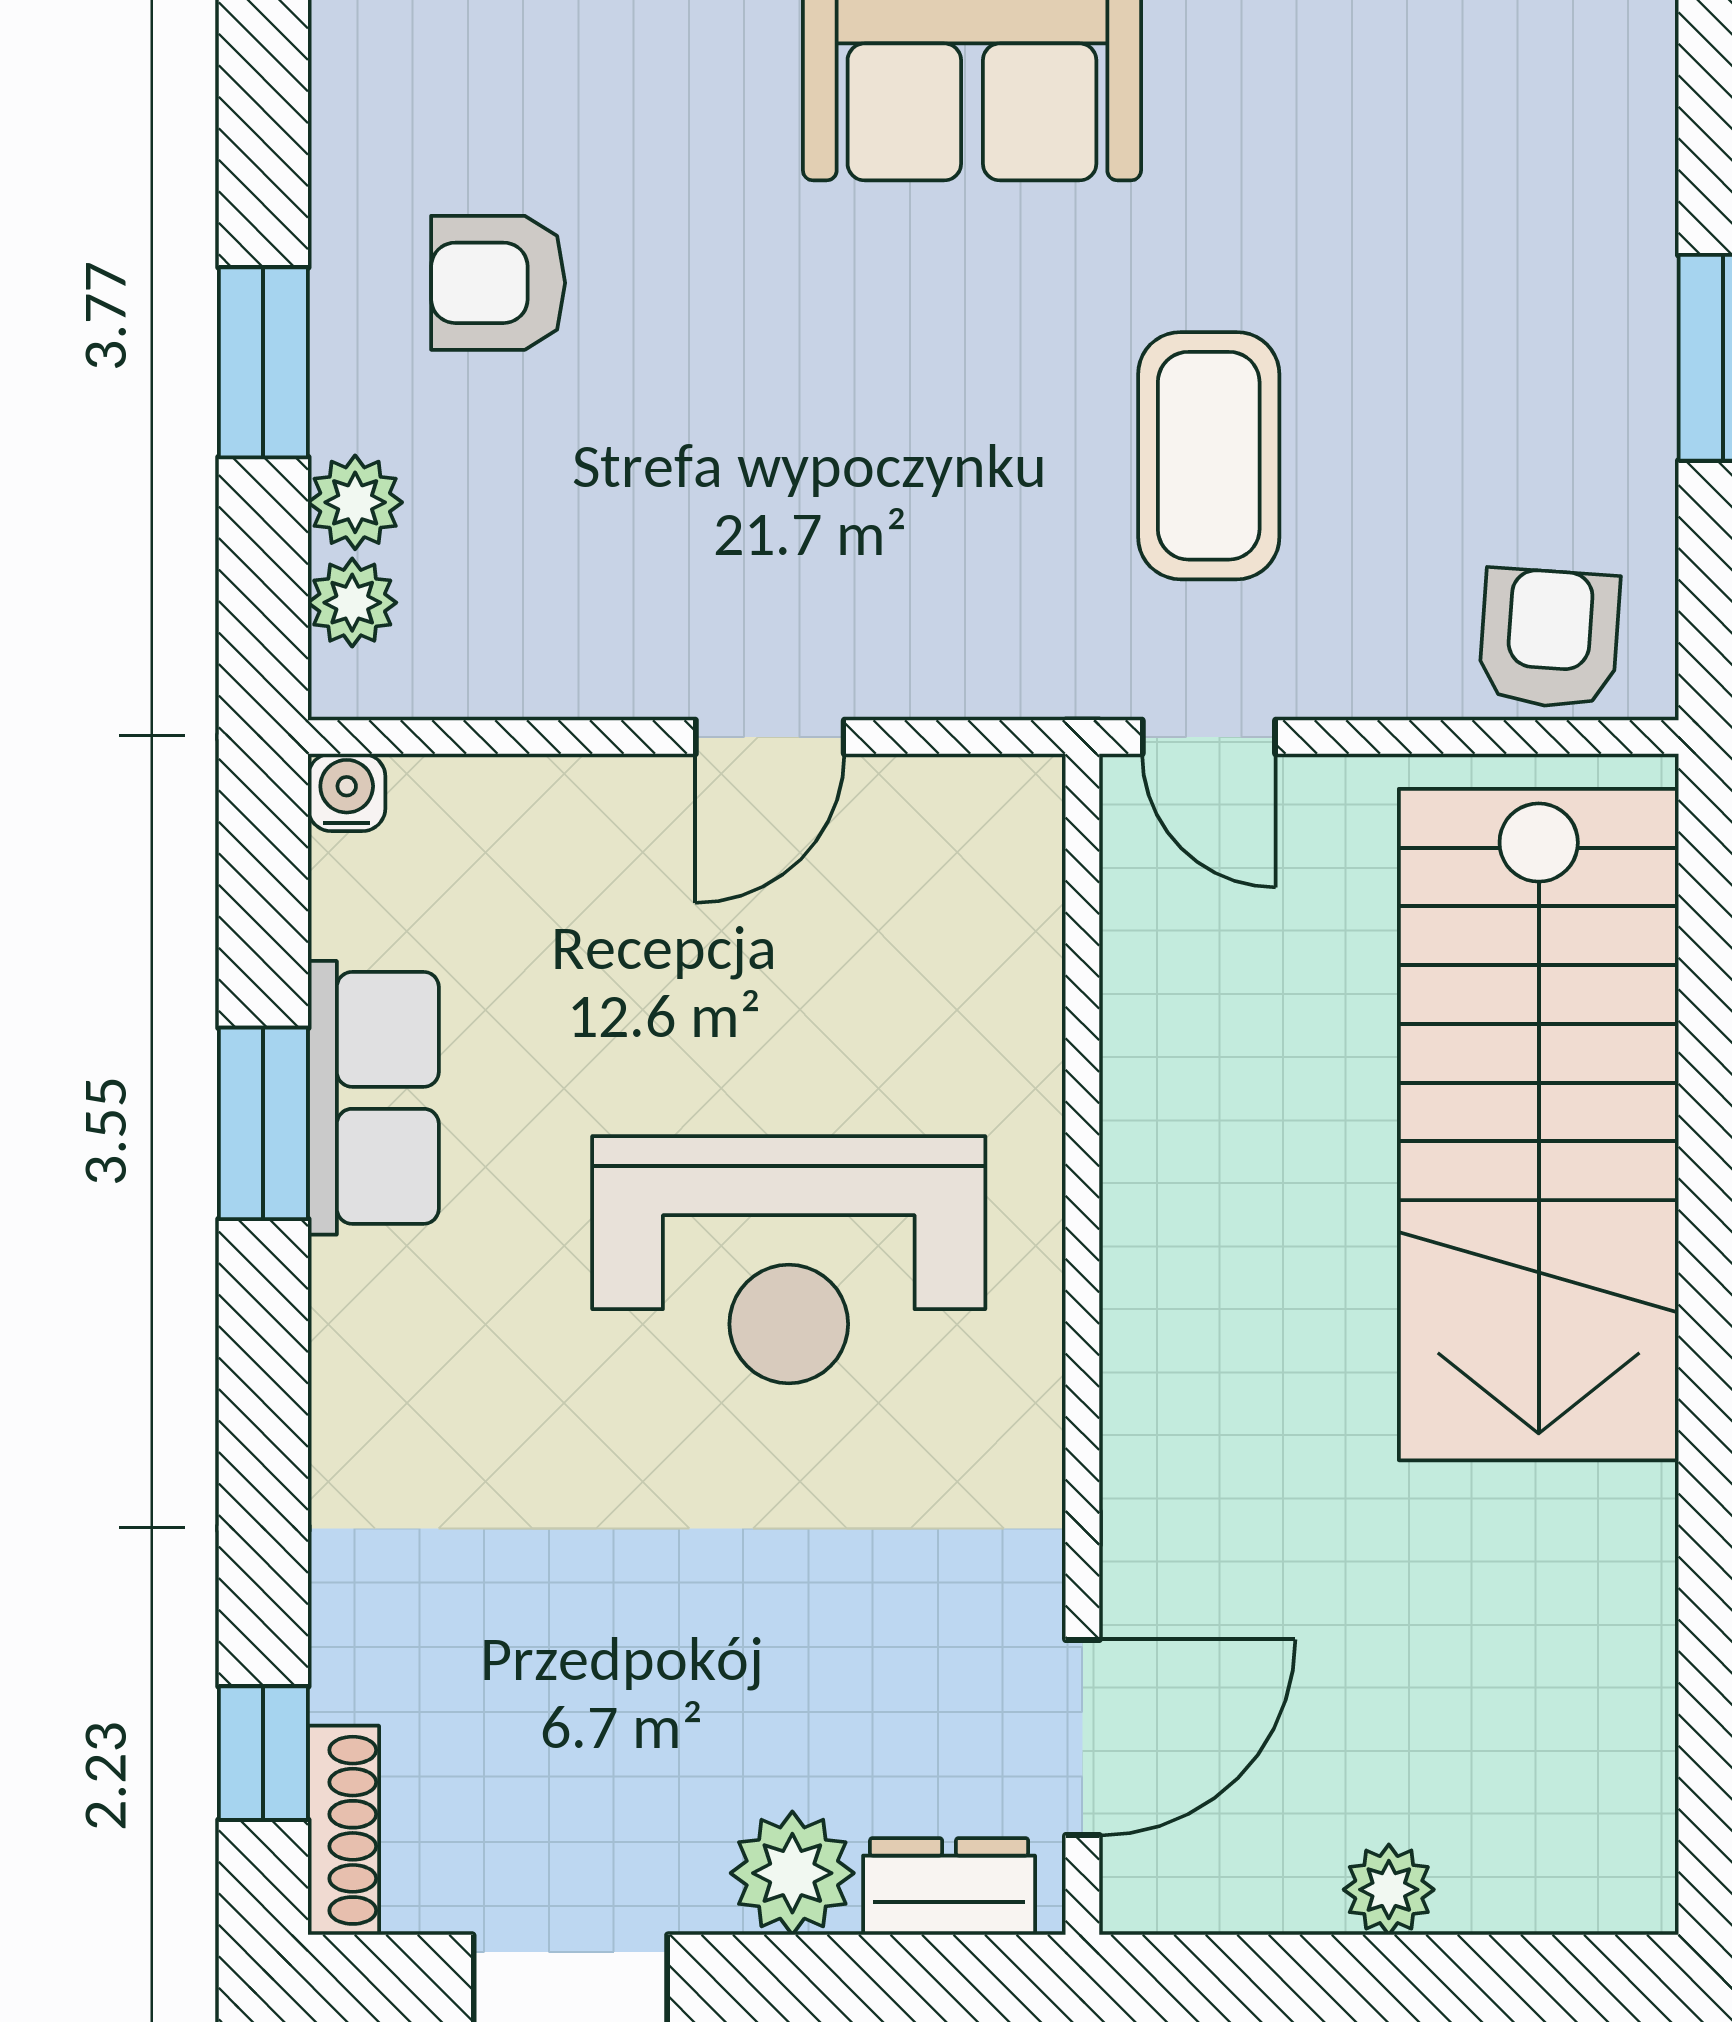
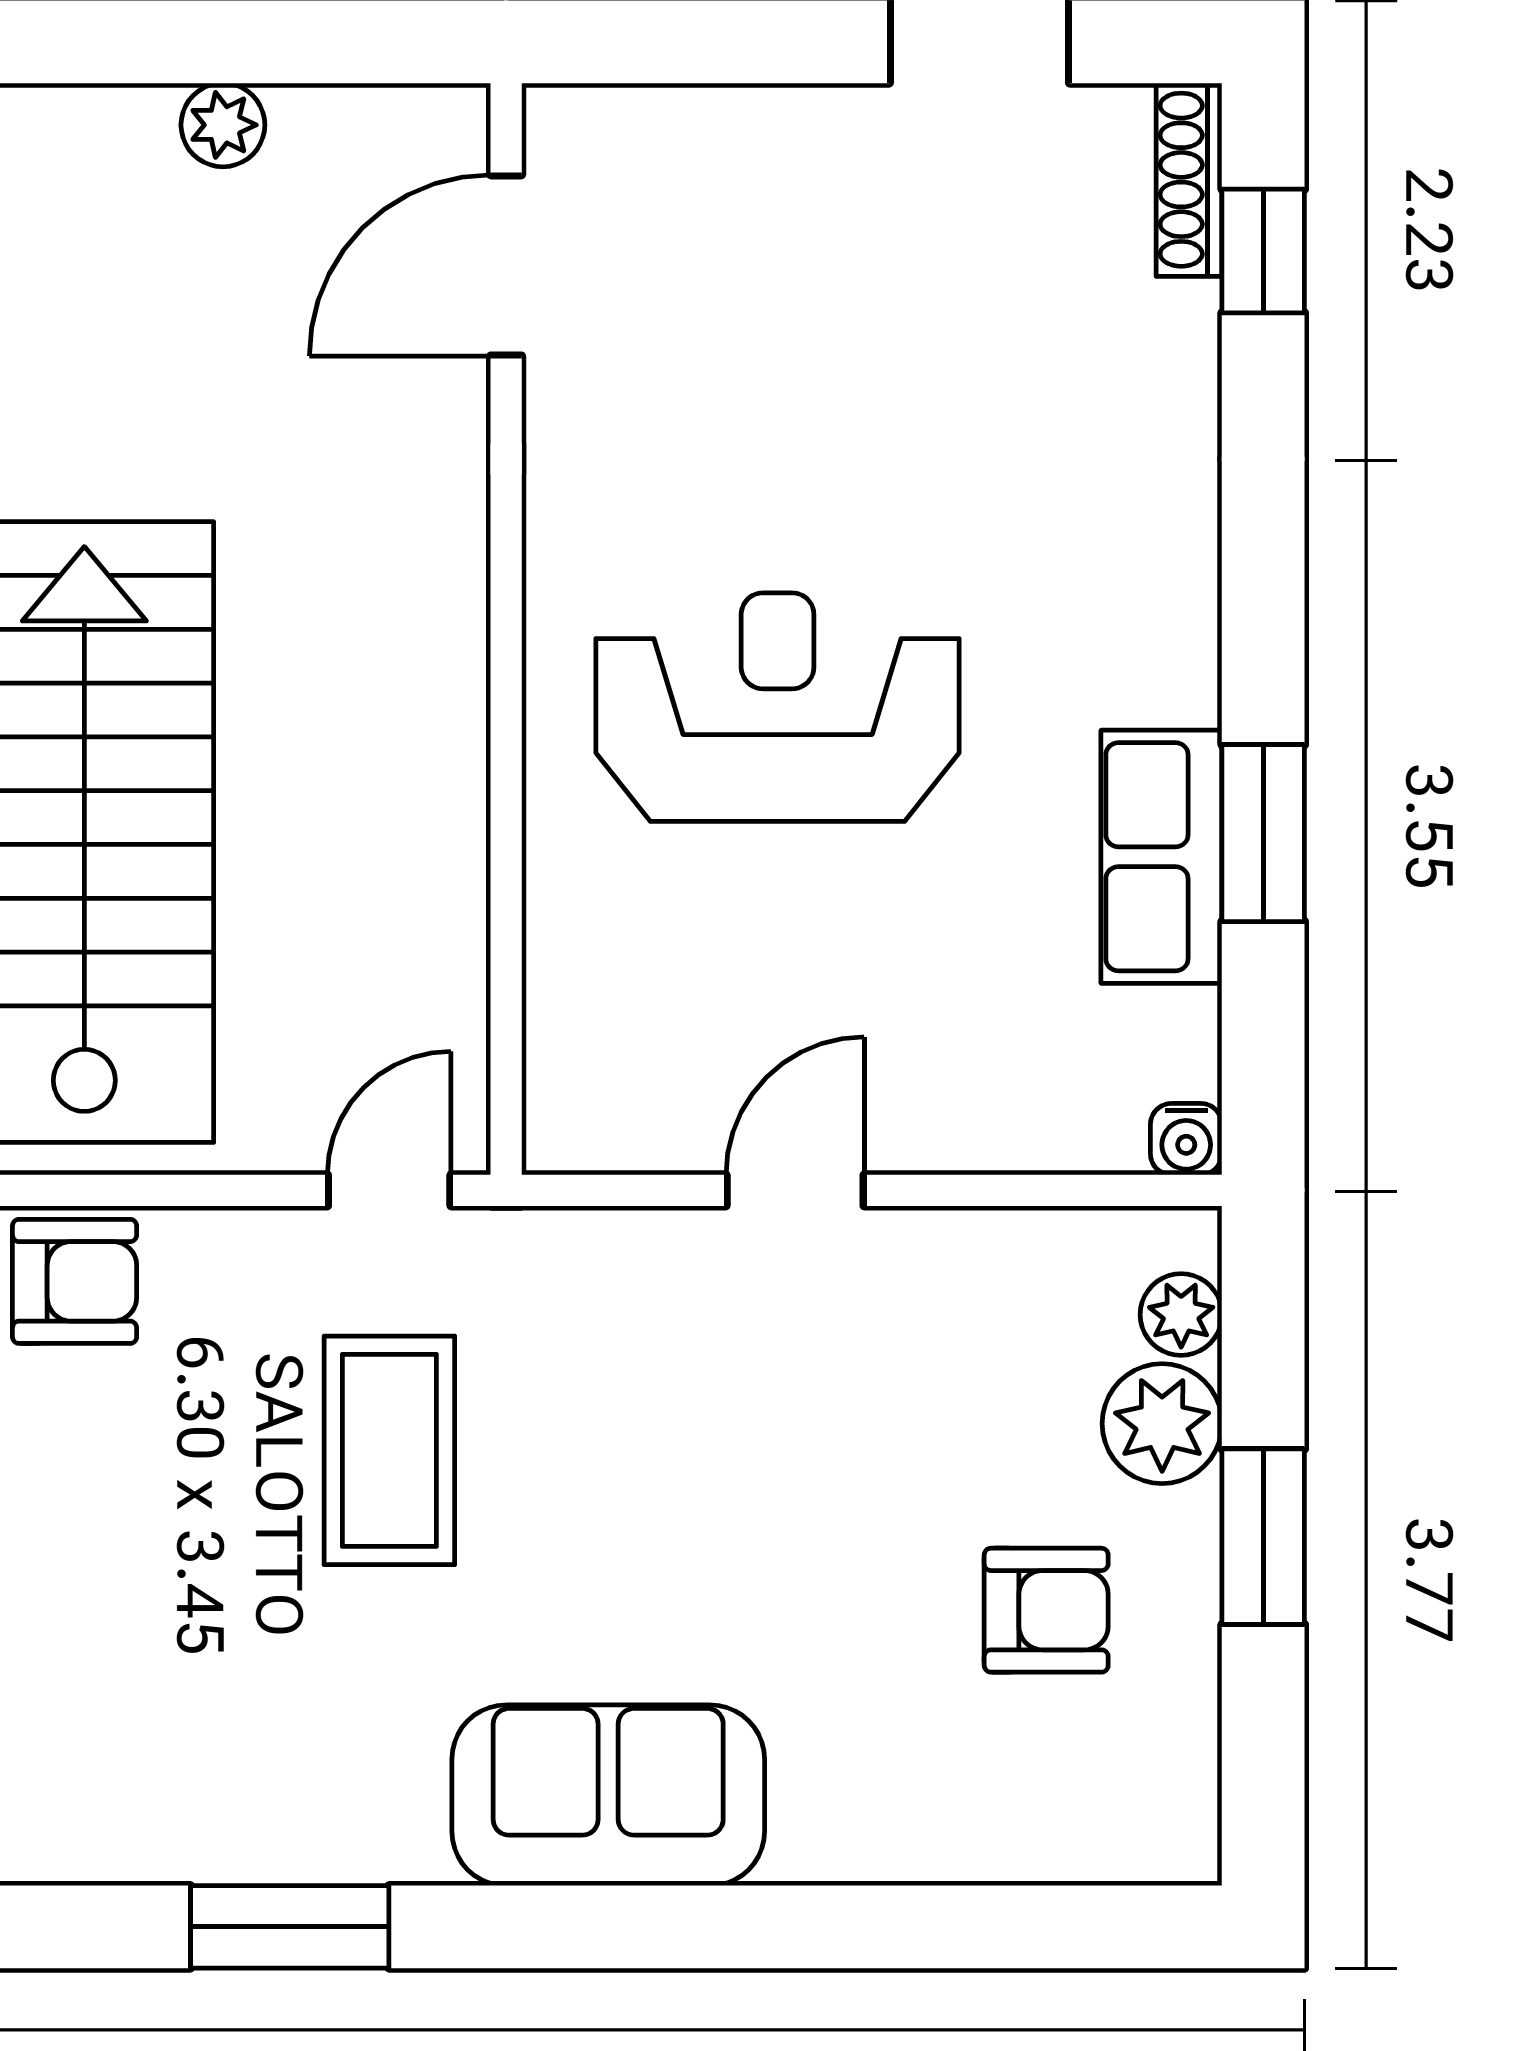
plant: (355, 502) -> (1162, 1424), width x1.38, depth x1.38
armchair: (1549, 639) -> (75, 1281), turned -94
door: (1209, 737) -> (389, 1190), hinge flipped
plant: (792, 1873) -> (774, 140), removed
dresser: (949, 1886) -> (629, 128), removed

